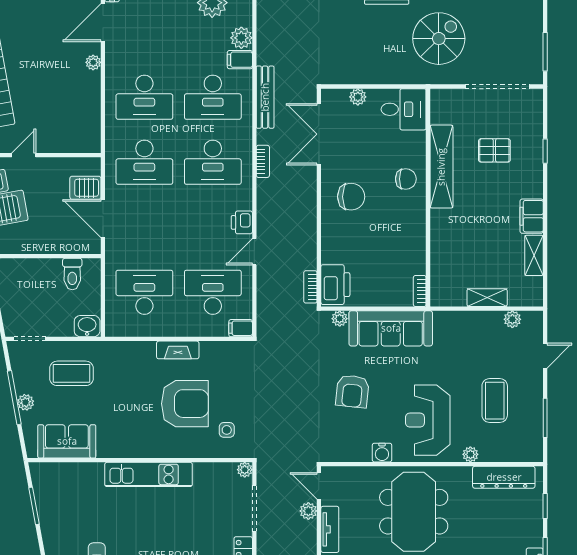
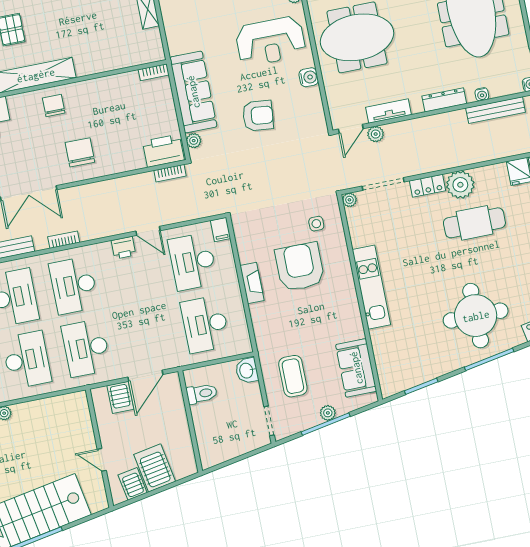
desk: (144, 162) -> (86, 348), turned 180
desk: (213, 162) -> (74, 285), turned 180

